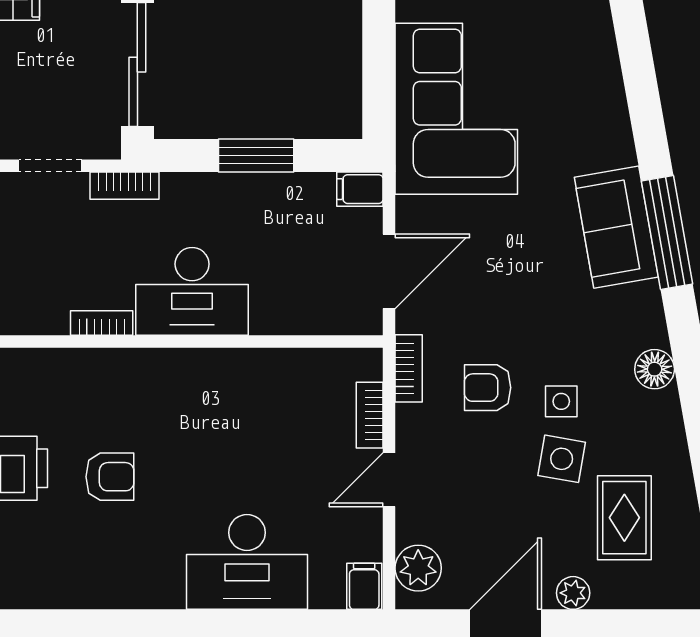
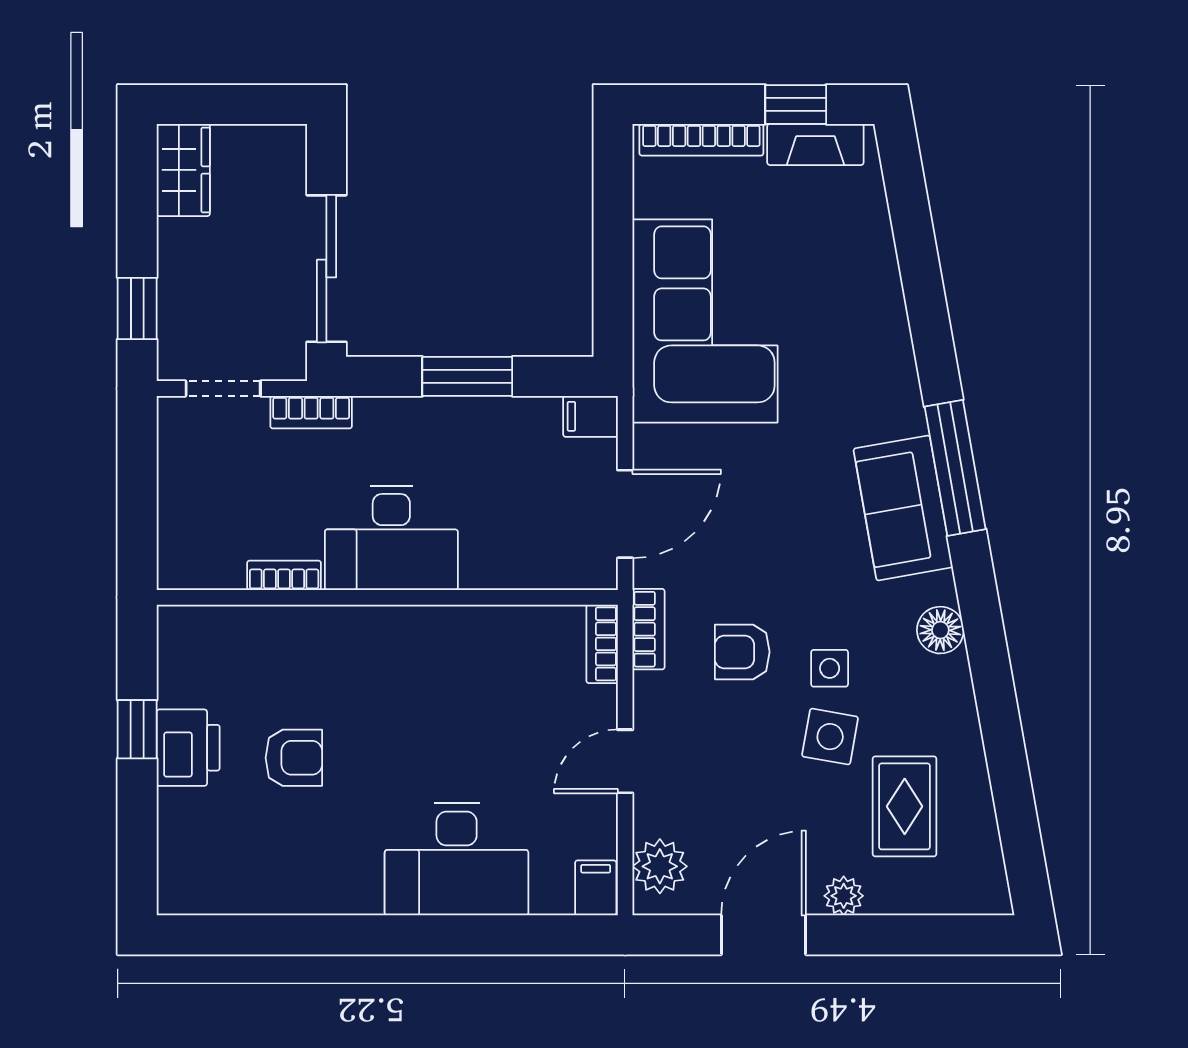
sofa: (616, 227) -> (903, 508), moved
bookcase: (370, 415) -> (602, 644), moved

